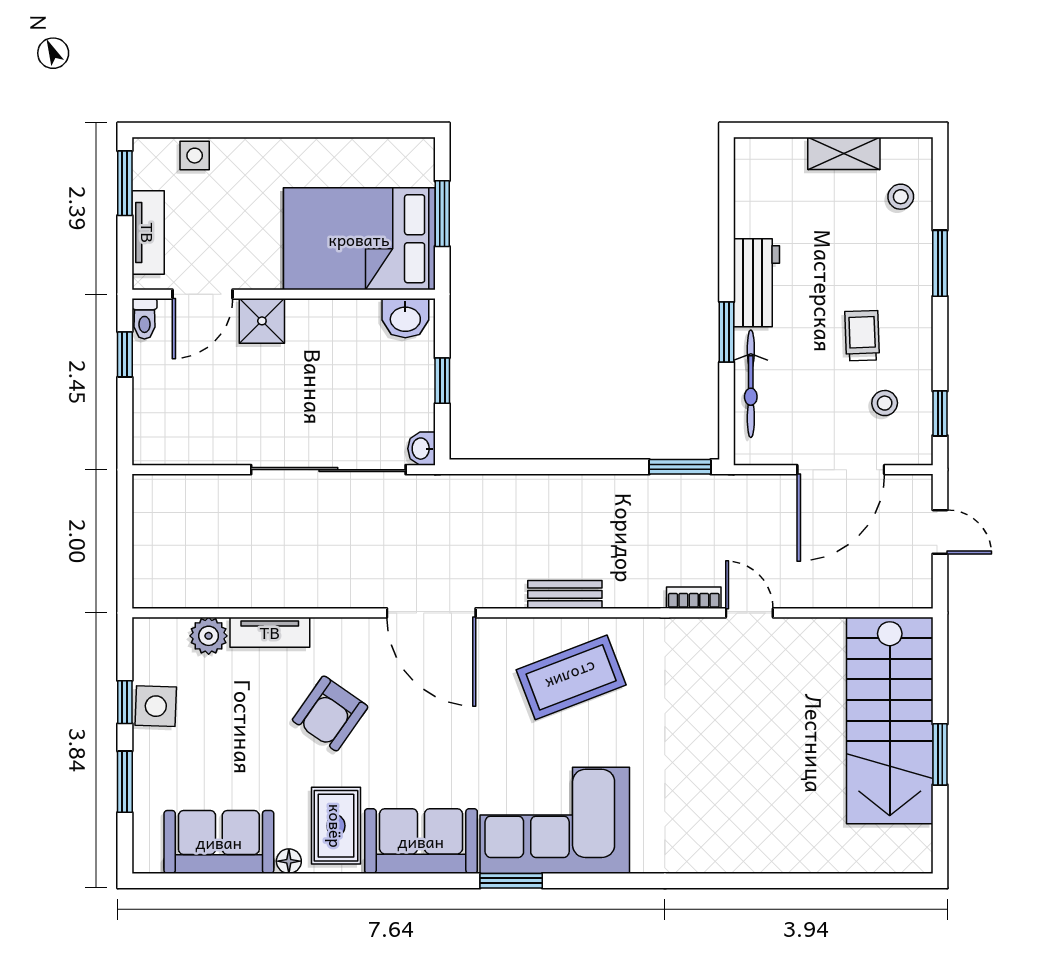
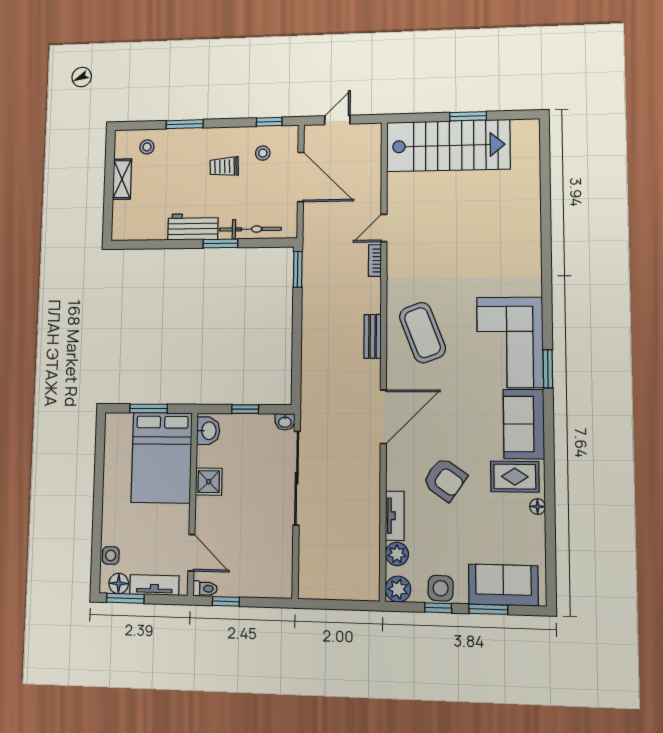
floor lamp: (149, 171) -> (119, 583), added
shower: (262, 321) -> (209, 482), moved
plant: (153, 638) -> (398, 589), added
sofa: (219, 842) -> (503, 585), moved, turned 90

